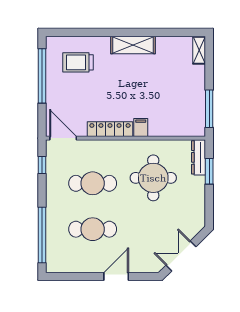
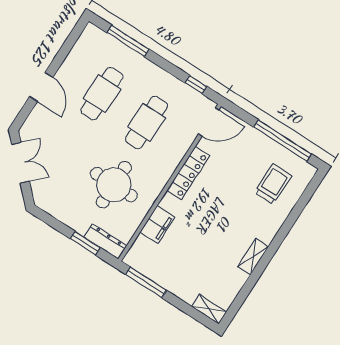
shelving: (133, 45) -> (253, 257), width x0.67, depth x0.75
filing cabinet: (141, 128) -> (158, 224), moved, width x2.00
window: (42, 235) -> (128, 41), width x0.68

